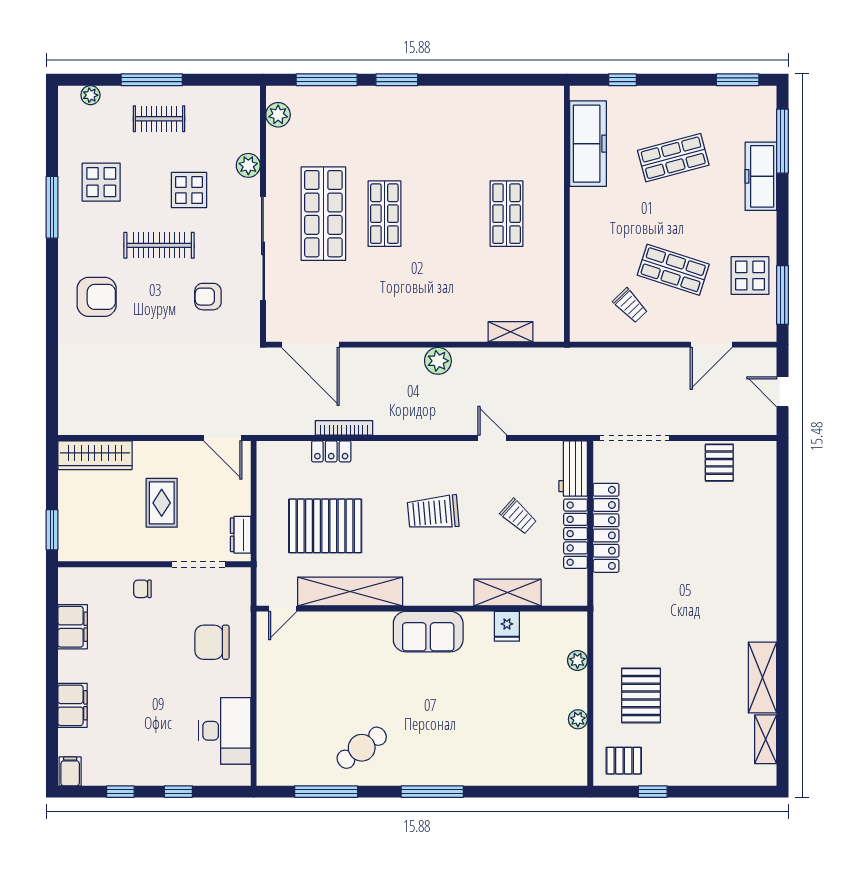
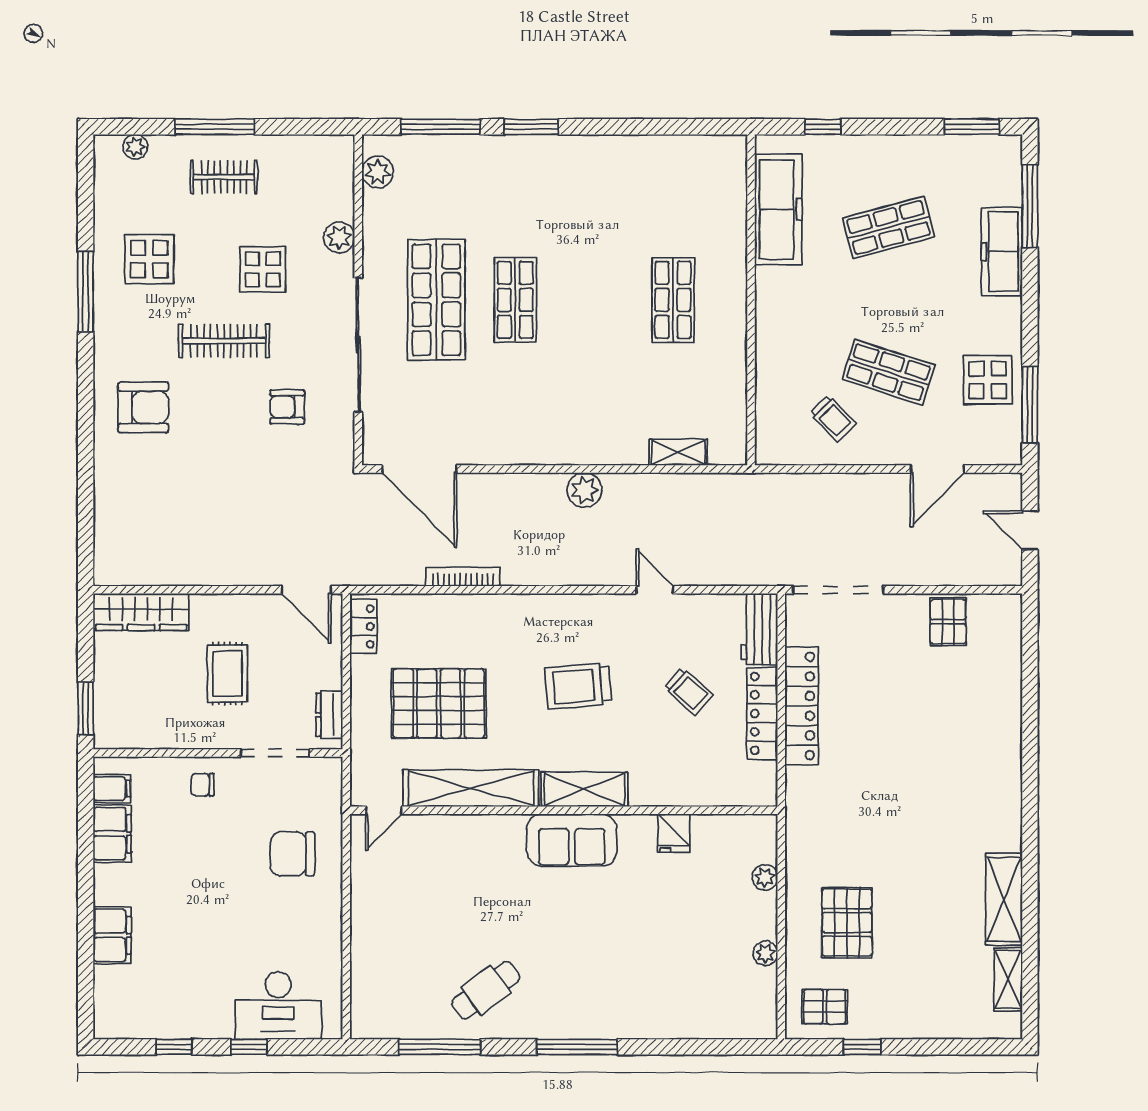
locker: (331, 451) -> (363, 626), moved, turned -90
shelving: (508, 592) -> (585, 789), moved
desk: (225, 731) -> (278, 1006), moved, turned 90
filing cabinet: (70, 771) -> (112, 789), moved, turned 90

